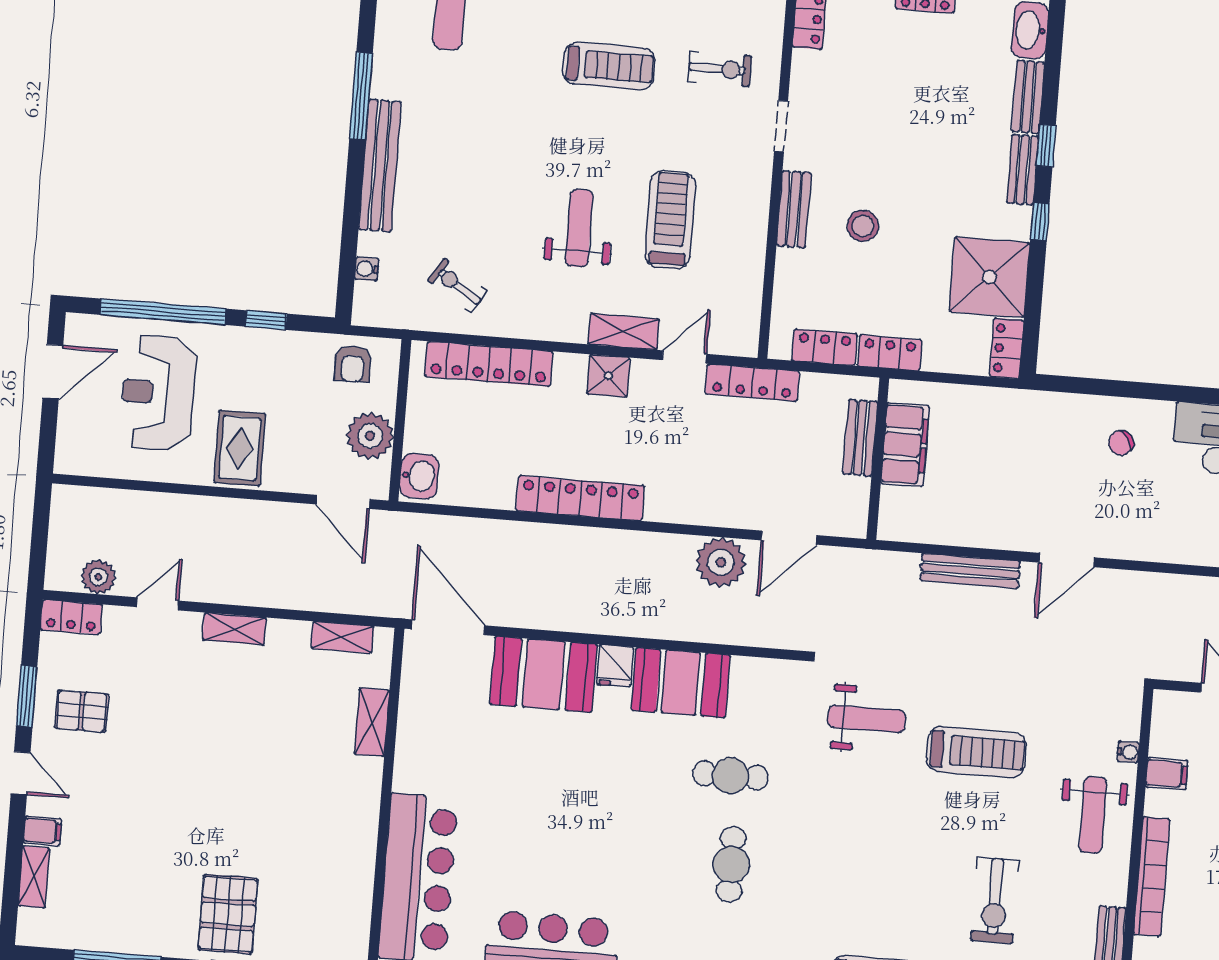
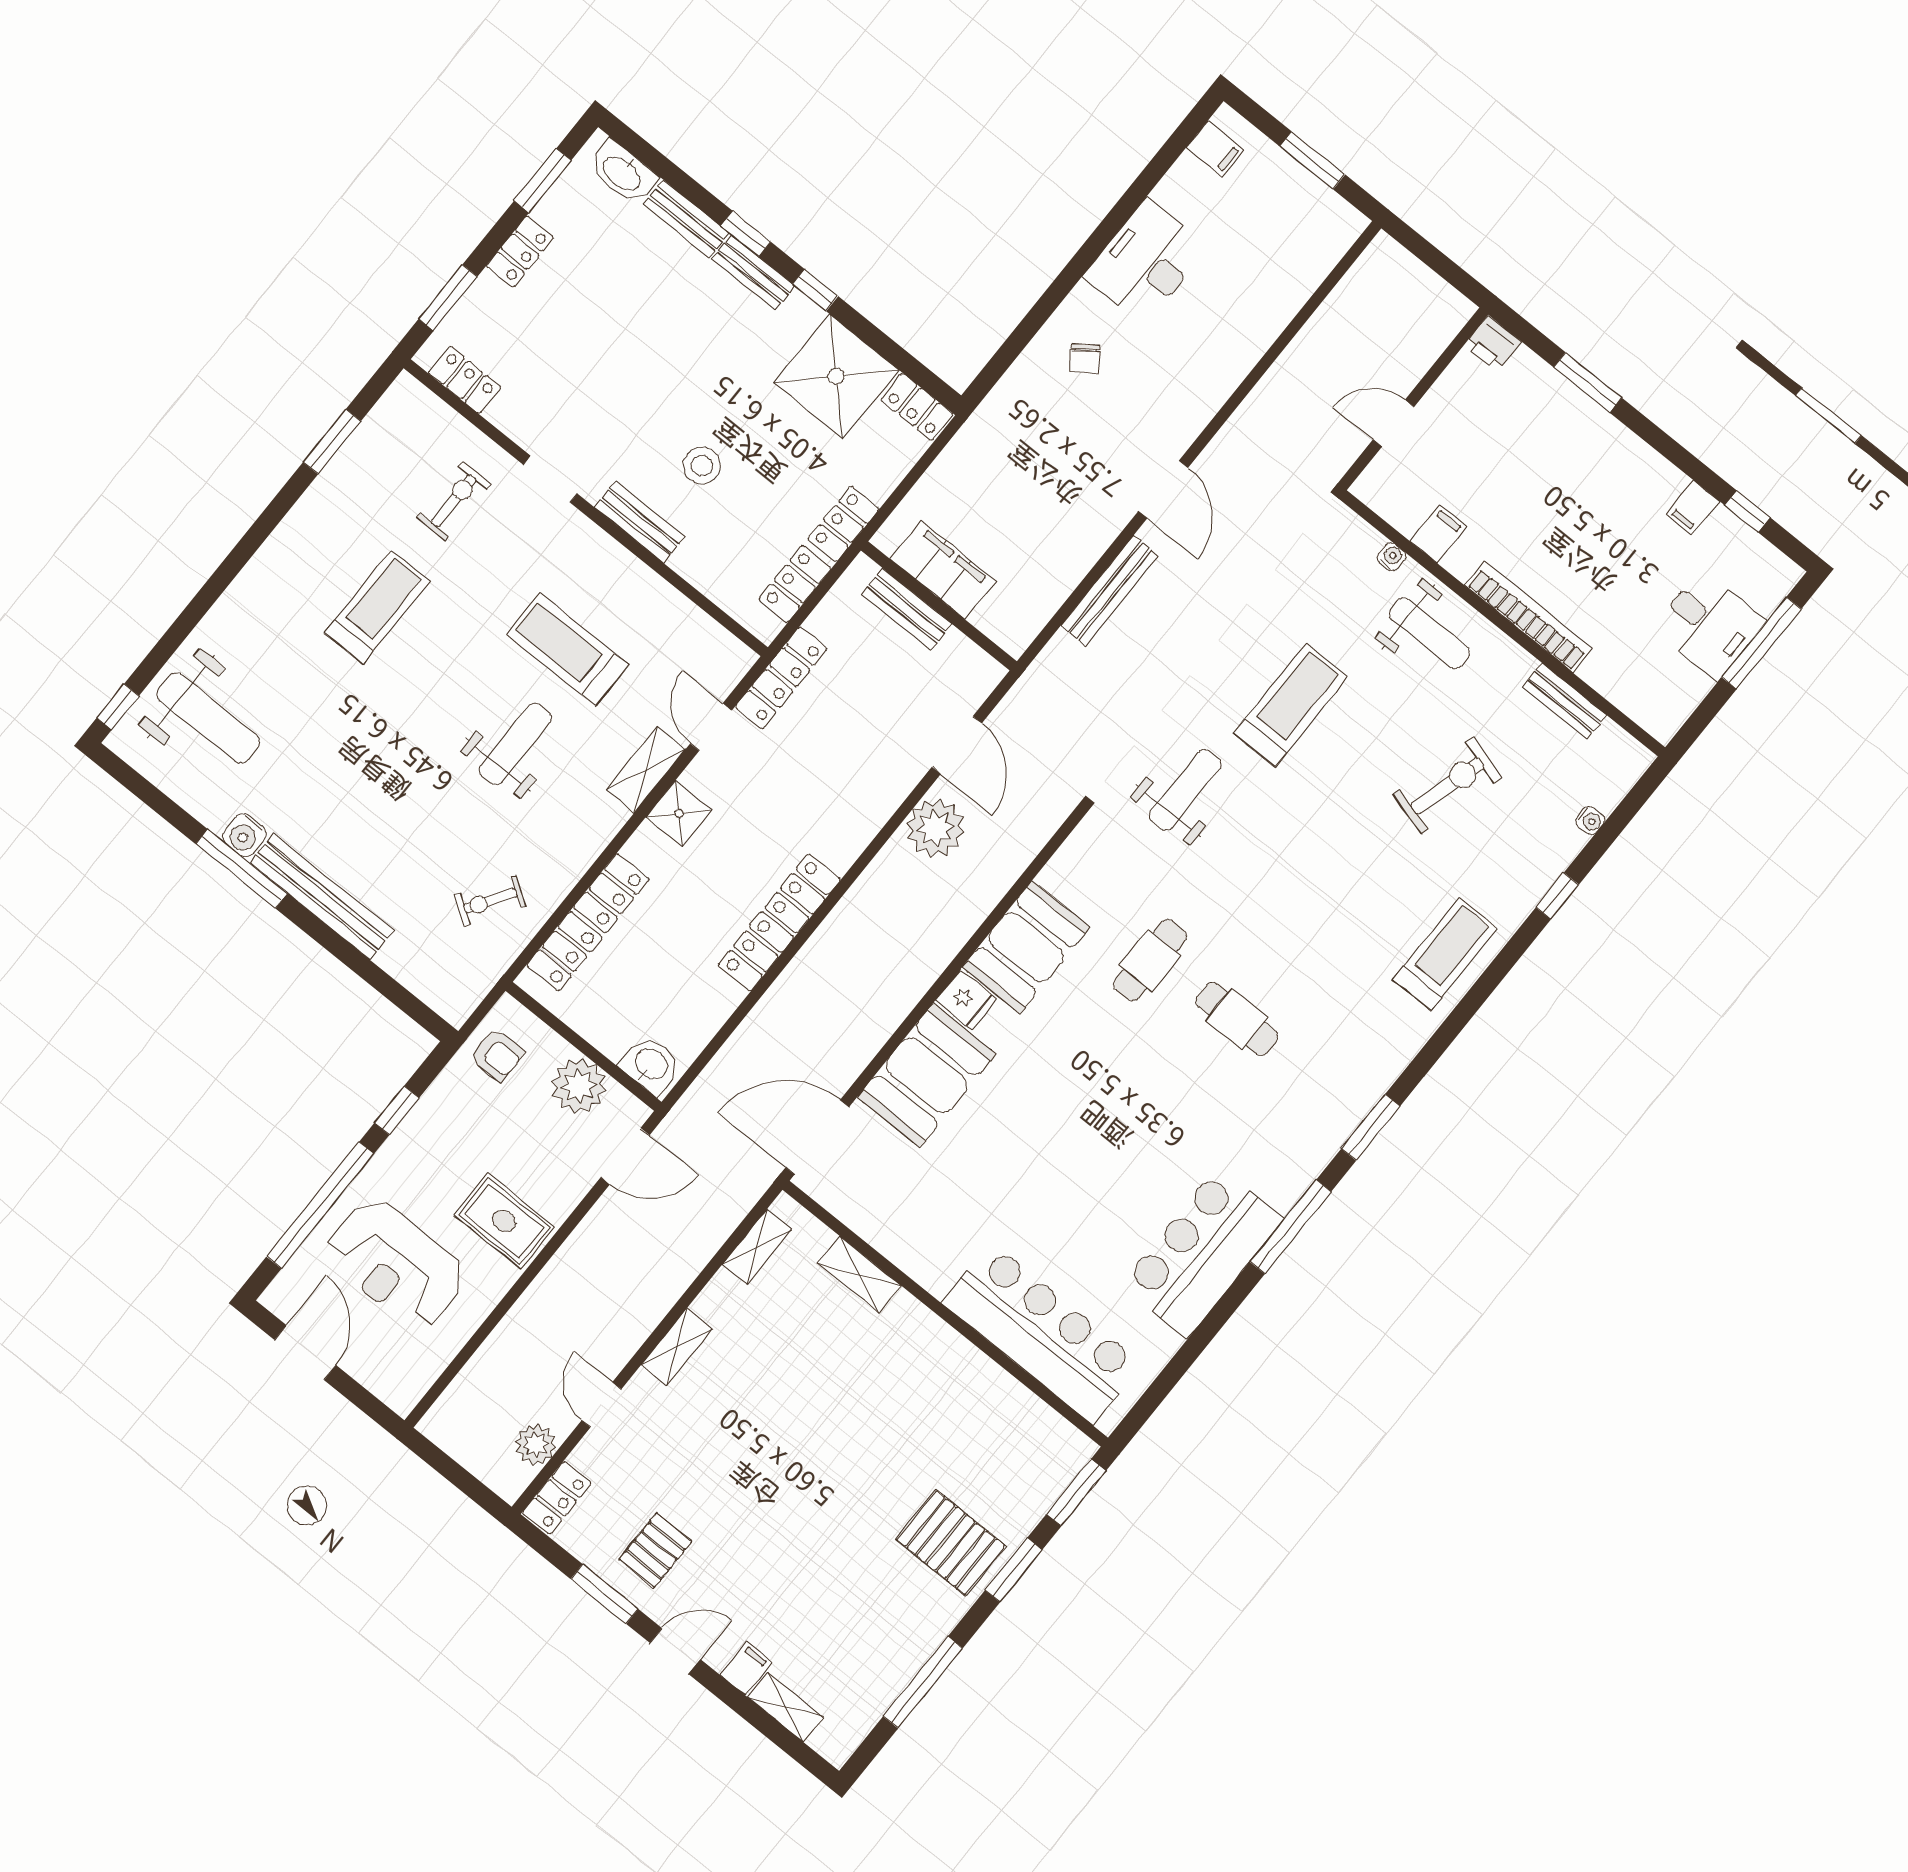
weight bench: (579, 228) -> (515, 744), turned 90
water cooler: (367, 269) -> (244, 835), moved, width x1.38, depth x1.38
exercise bike: (995, 900) -> (1447, 786), turned -74

